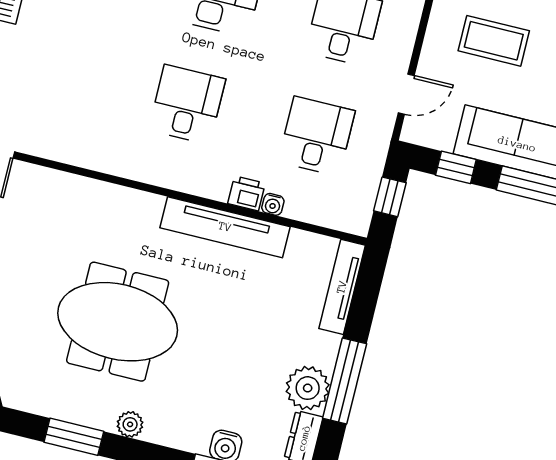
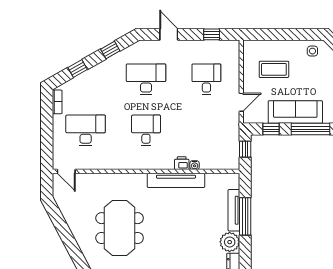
desk: (317, 136) -> (86, 130), moved, width x1.37
tv unit: (342, 287) -> (234, 210), moved
meeting table: (118, 322) -> (120, 228), moved, turned 90
window: (345, 381) -> (245, 216), moved

